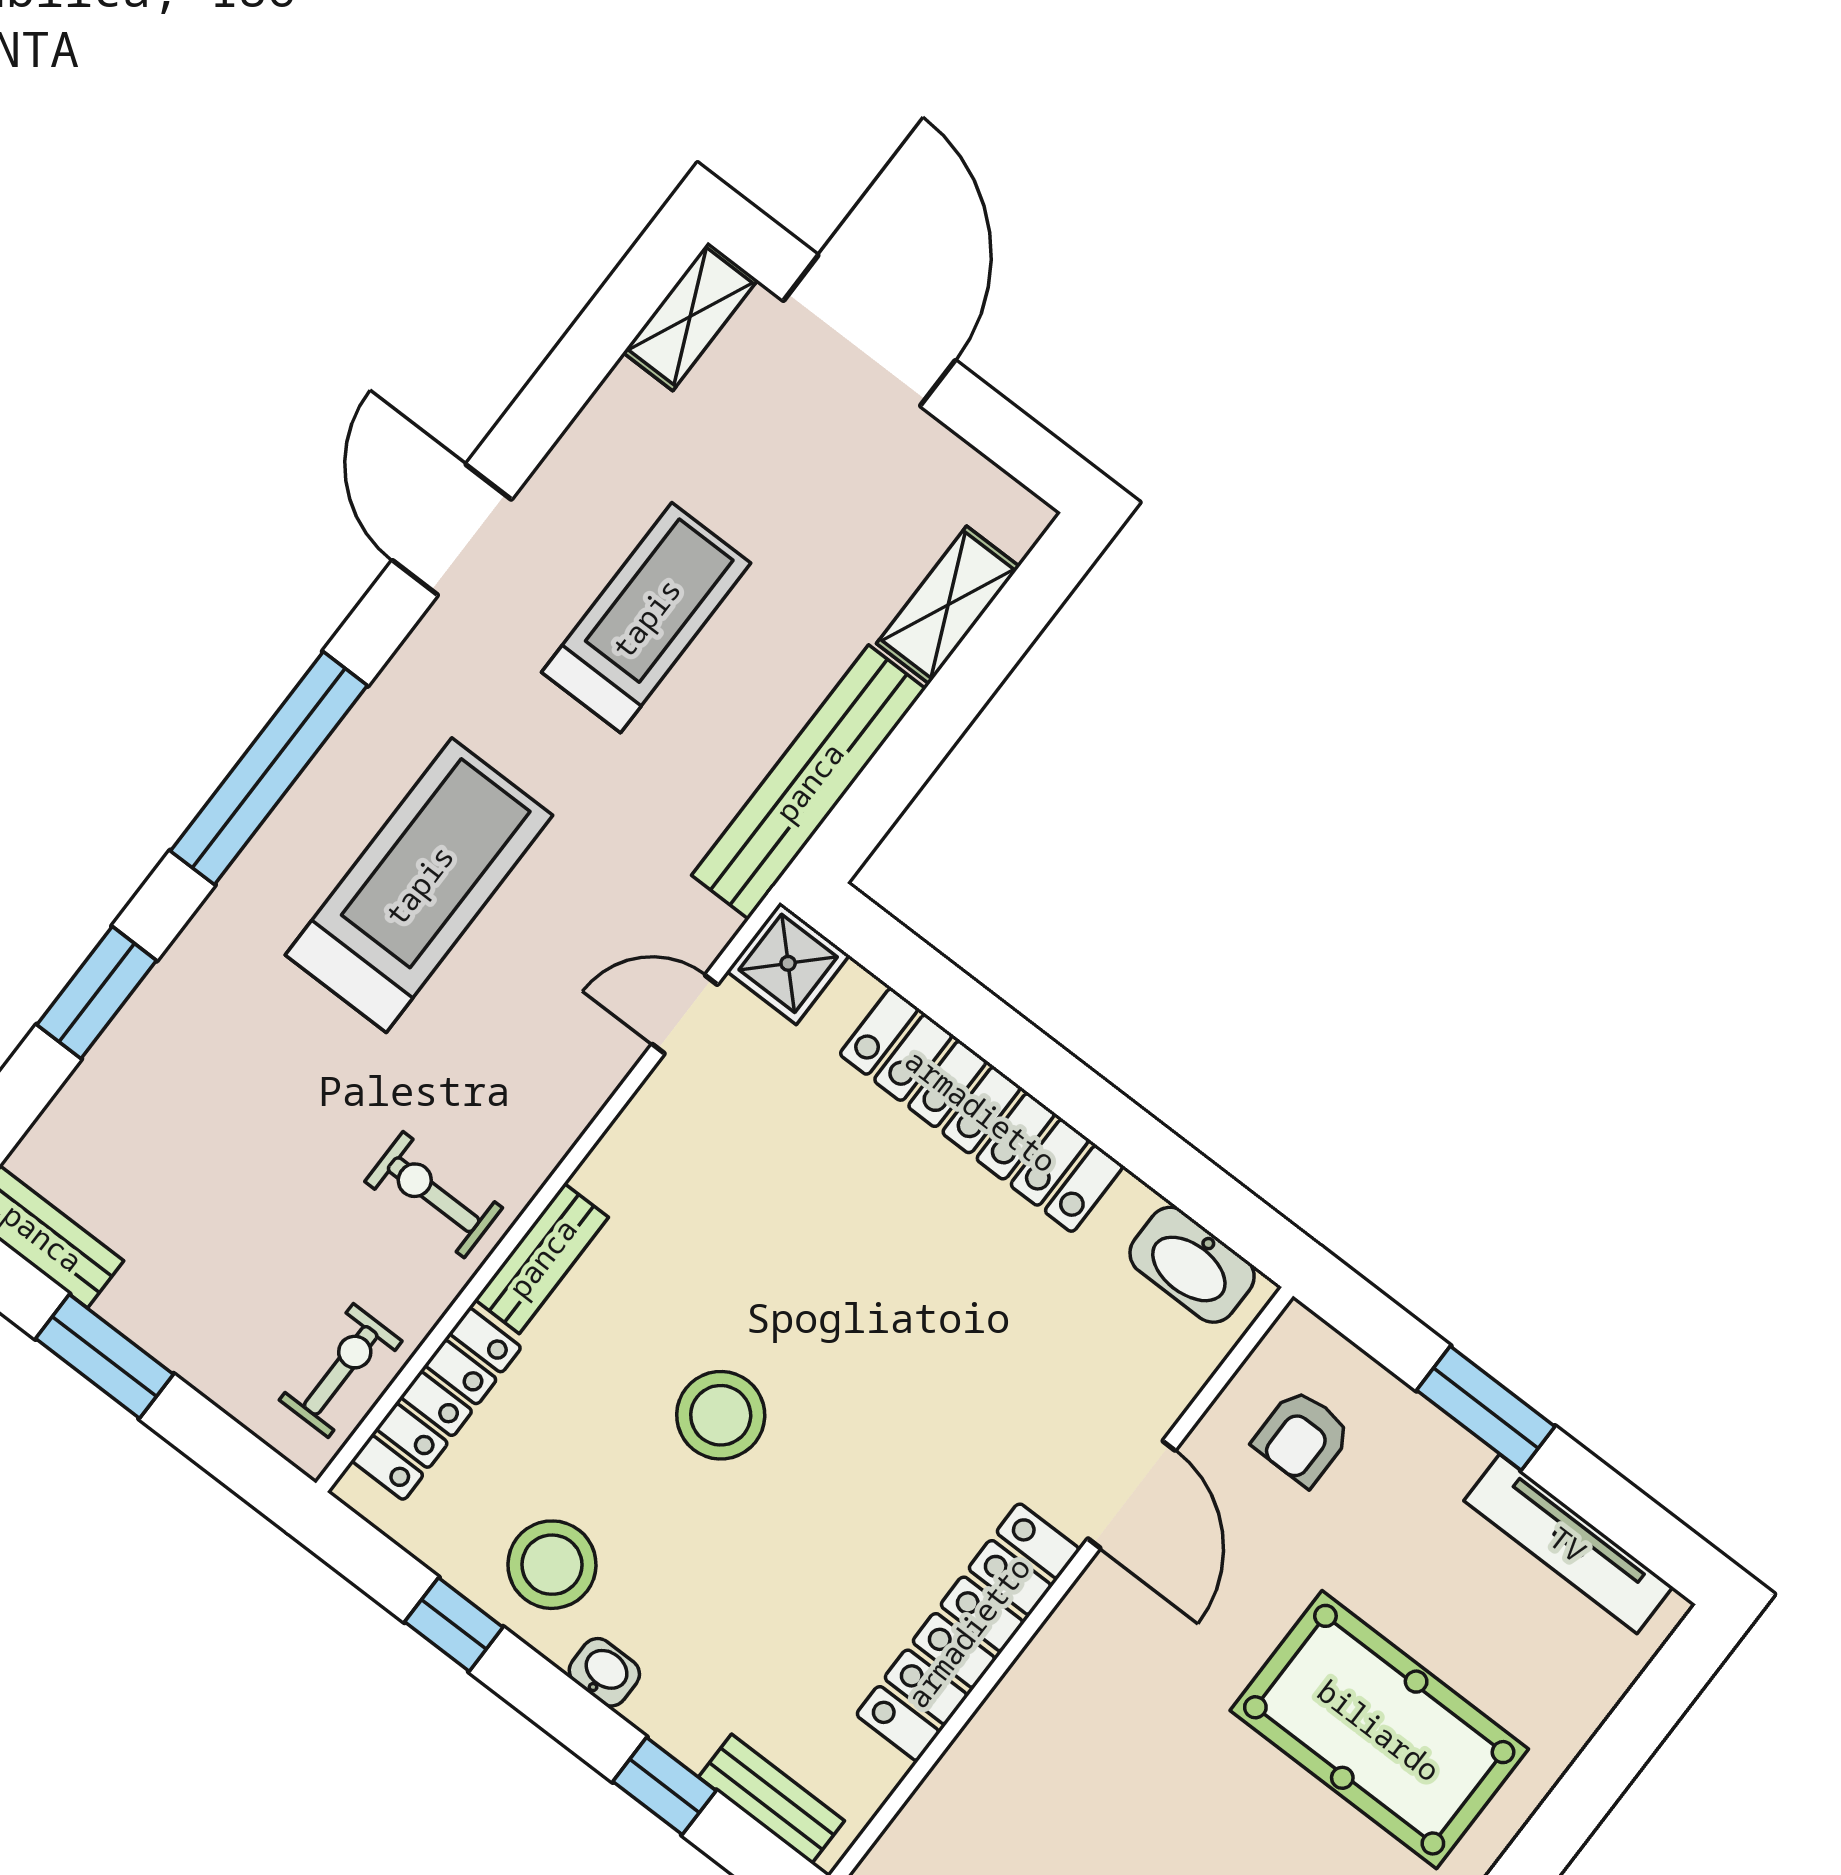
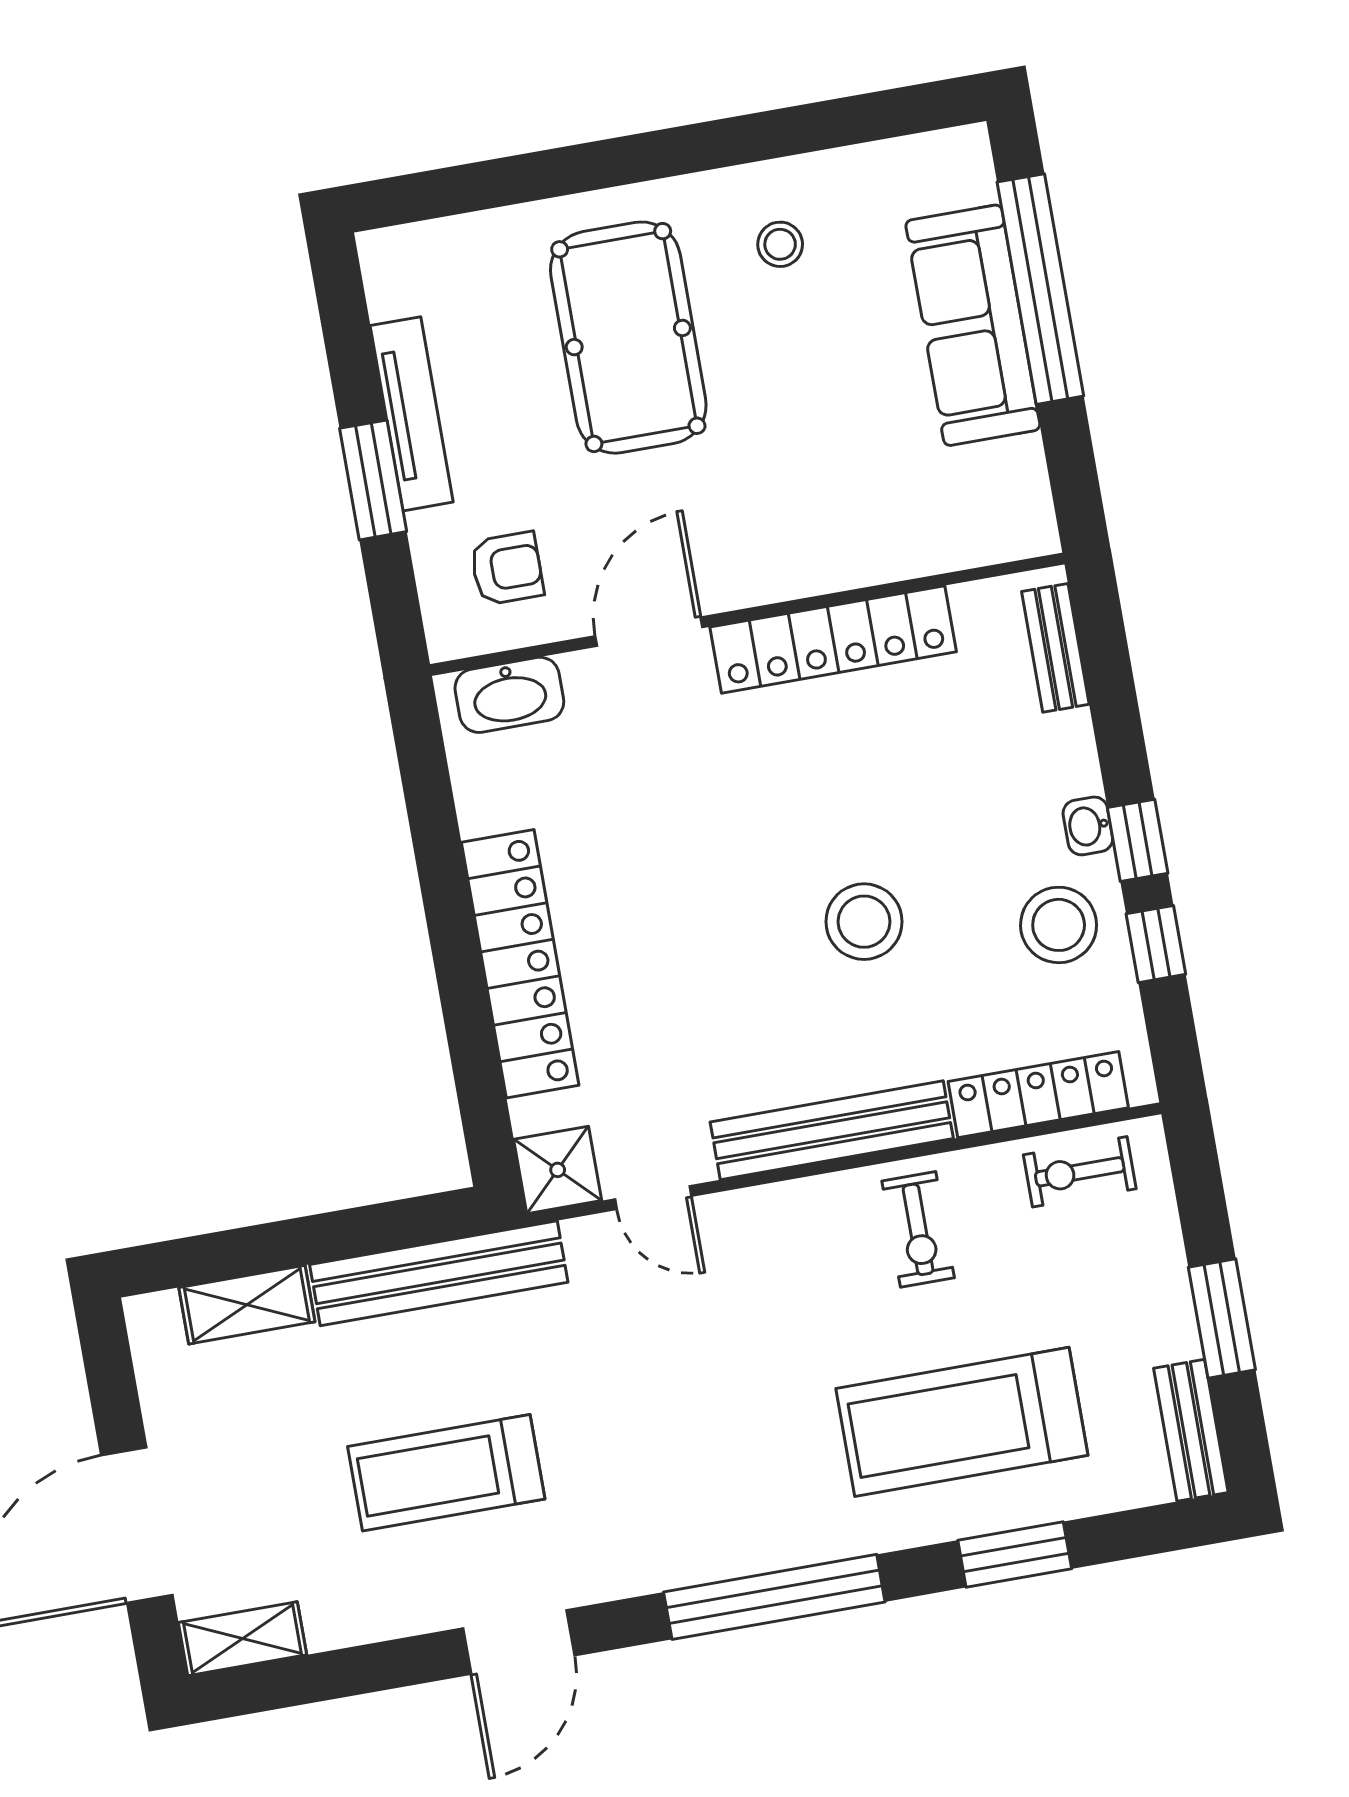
treadmill: (419, 885) -> (962, 1422), moved
bench: (542, 1258) -> (832, 1130), width x1.86, depth x1.21
washbasin: (1192, 1265) -> (509, 695), moved, turned 90
tv unit: (1568, 1544) -> (412, 414), moved
window: (664, 1786) -> (1138, 840), moved

